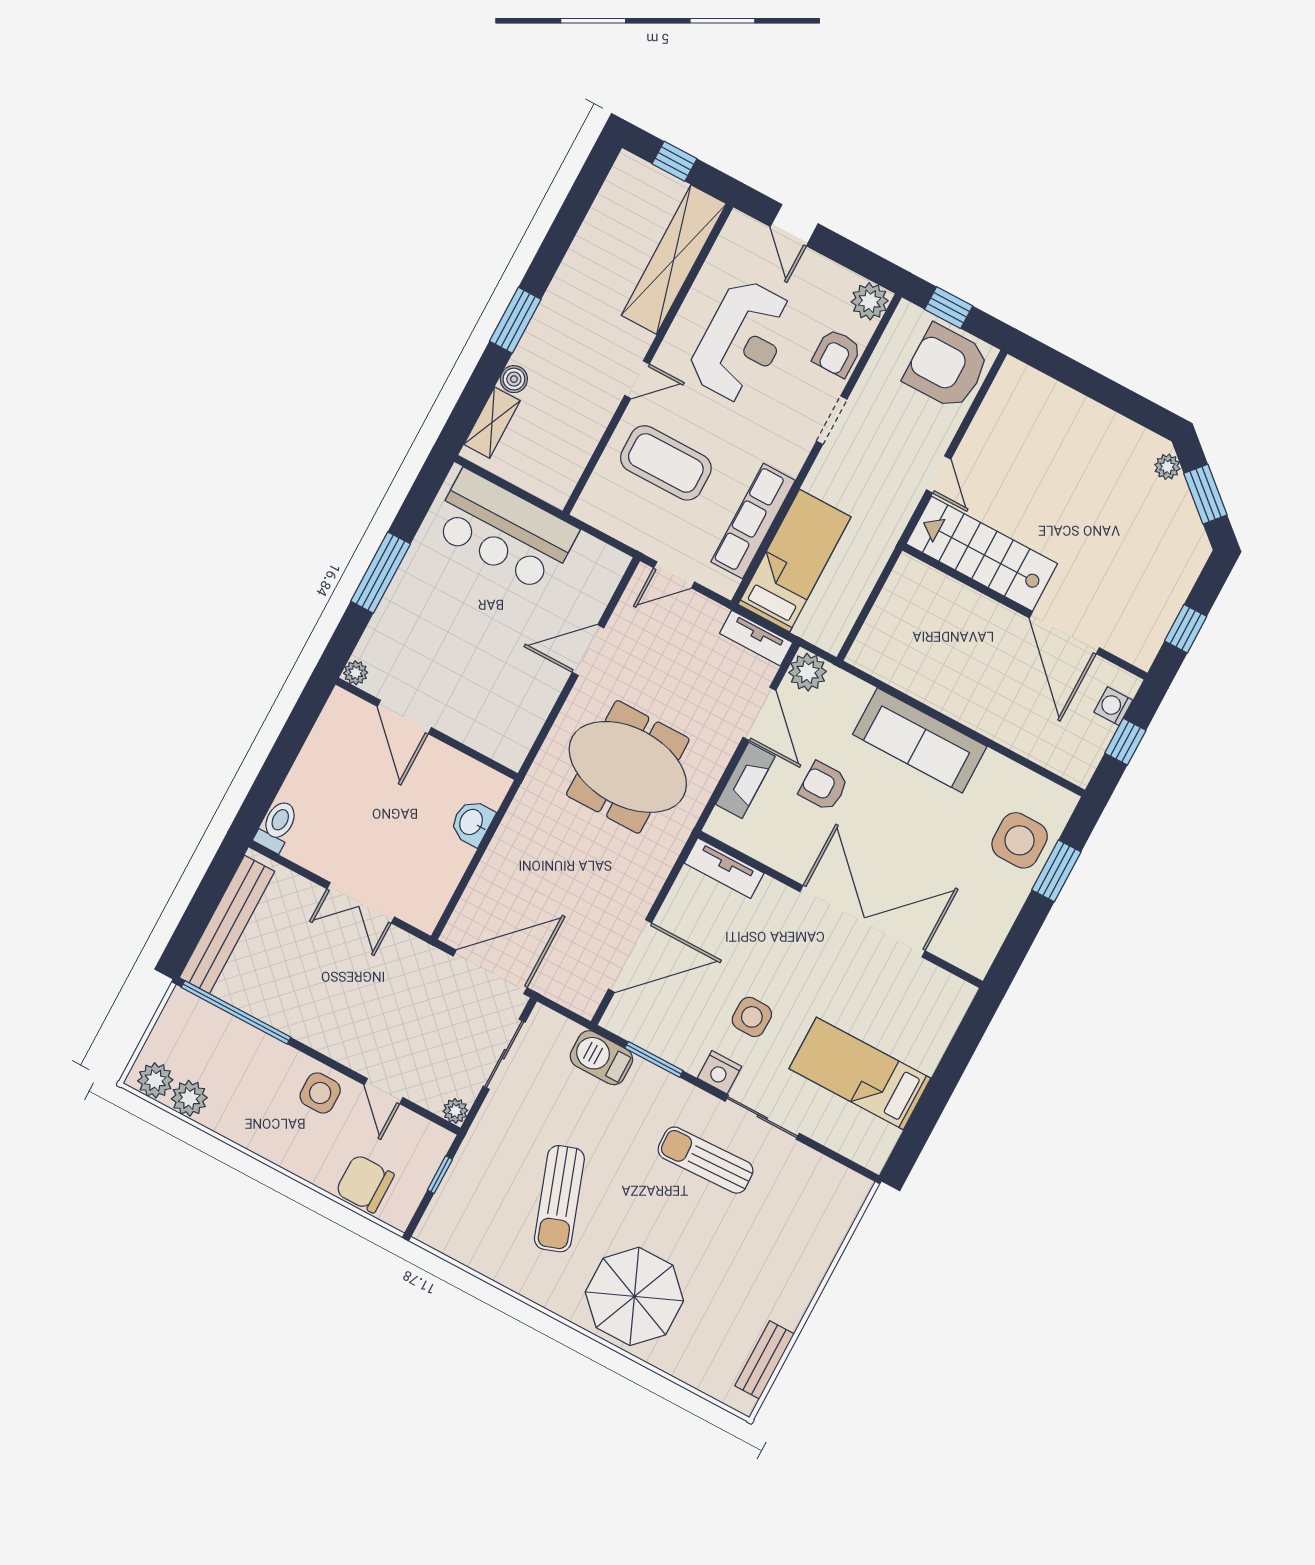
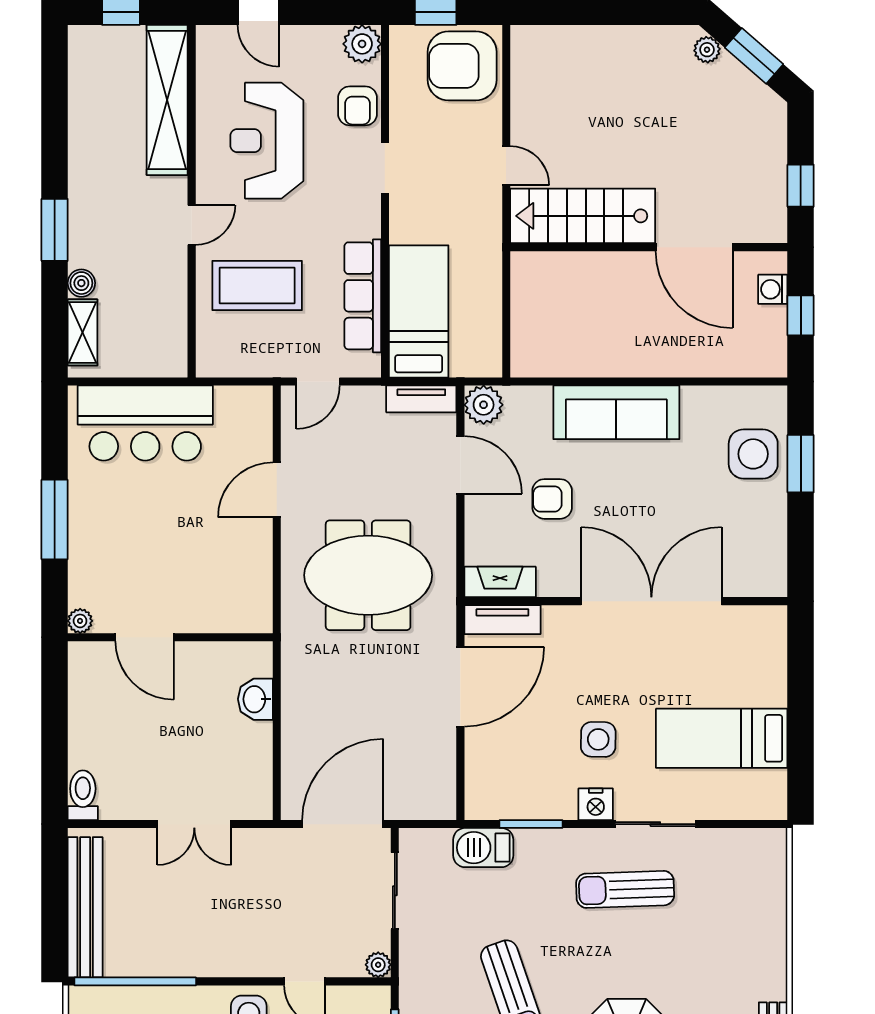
reception desk: (742, 341) -> (267, 141), turned 180
fireplace: (745, 780) -> (500, 582), moved, turned -90
door: (630, 956) -> (460, 687), moved

